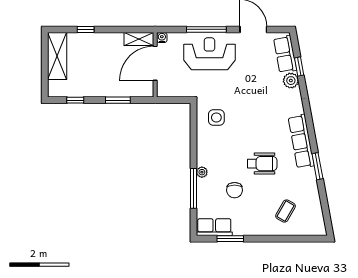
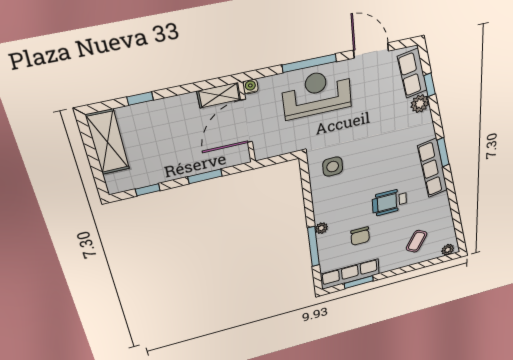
wheelchair: (262, 164) -> (389, 202), turned 180
window: (317, 166) -> (443, 152), moved
row of seats: (214, 227) -> (350, 274), width x1.48
plant: (315, 230) -> (448, 250), added

